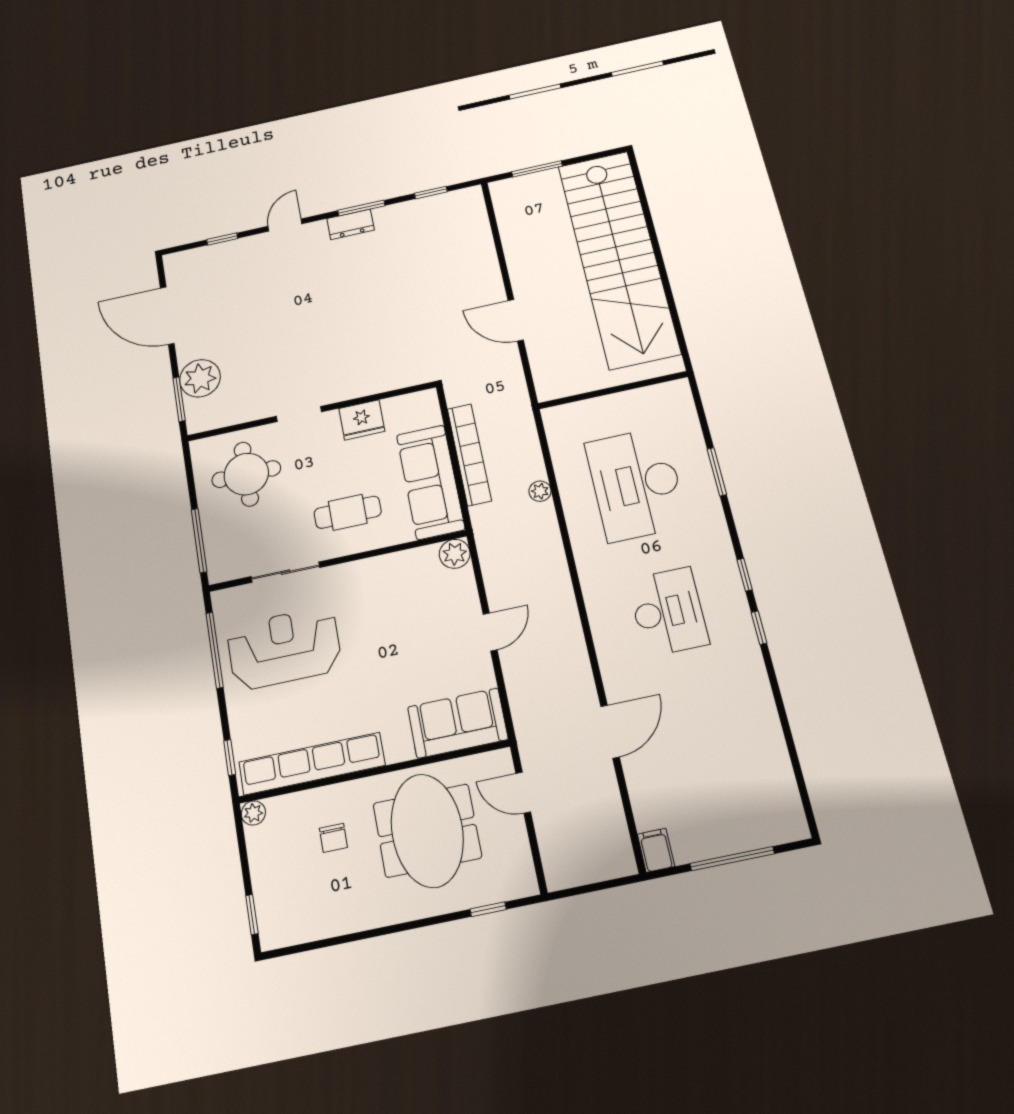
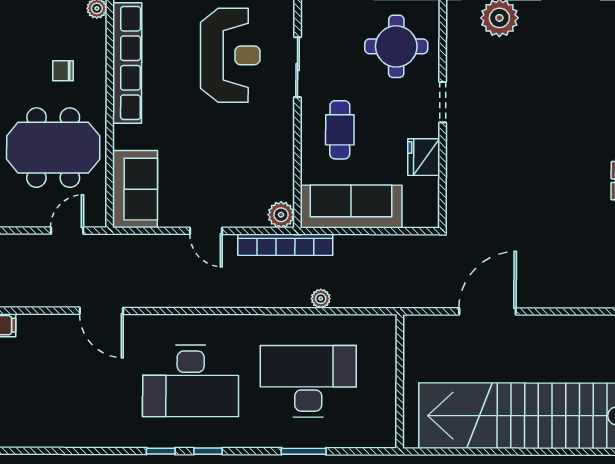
door: (516, 320) -> (488, 311), width x1.36
bookcase: (469, 455) -> (285, 245), moved
desk: (668, 612) -> (191, 381), width x1.36, depth x1.30

